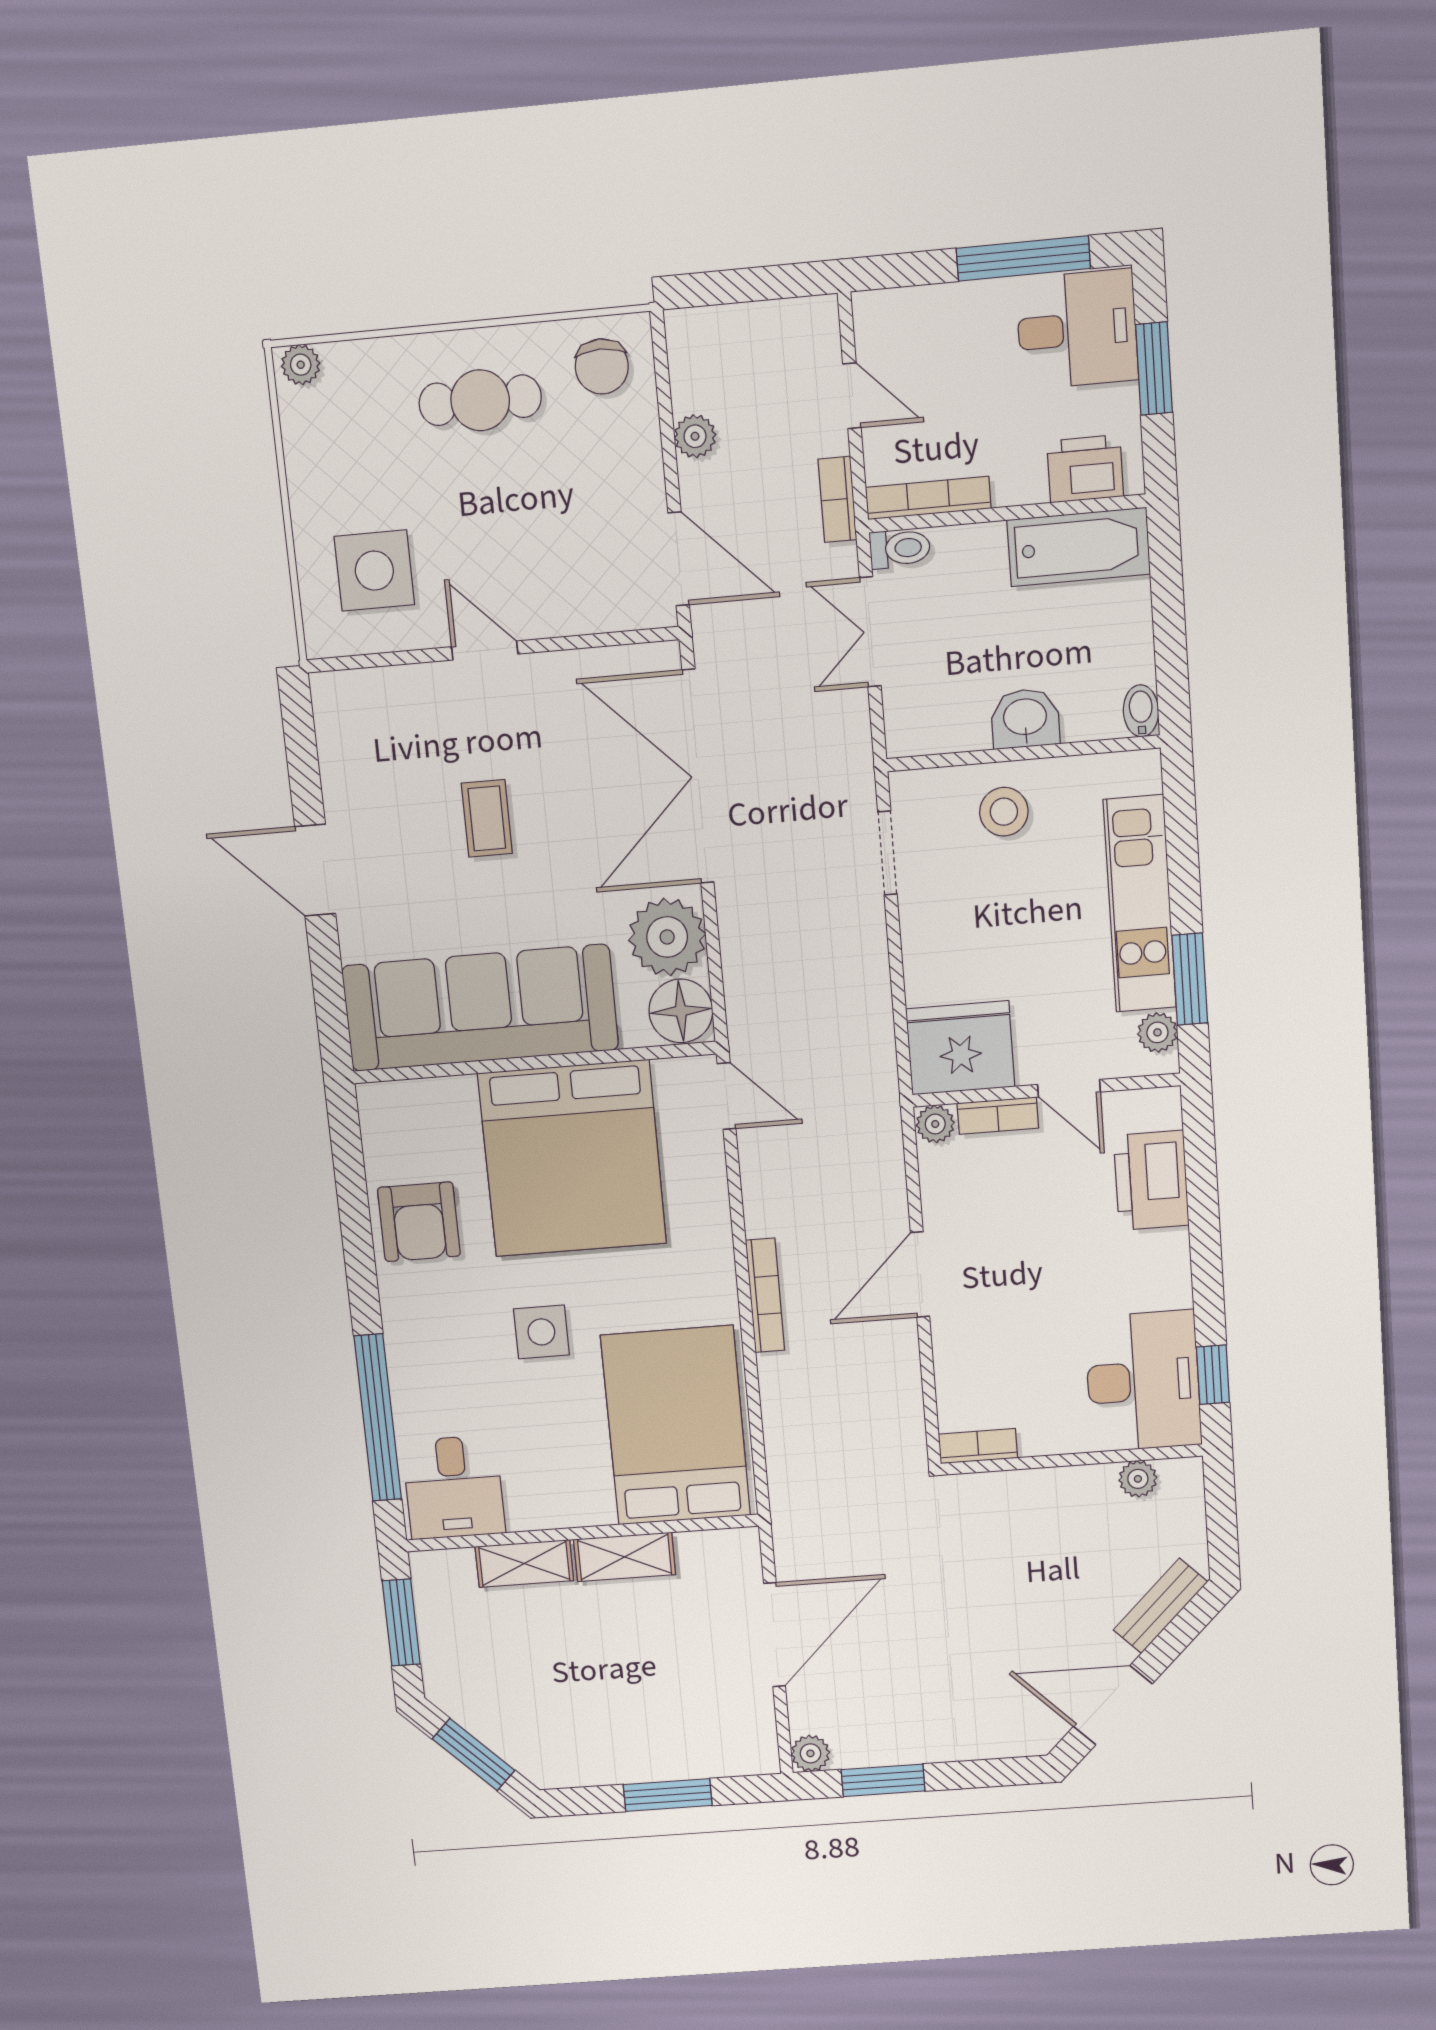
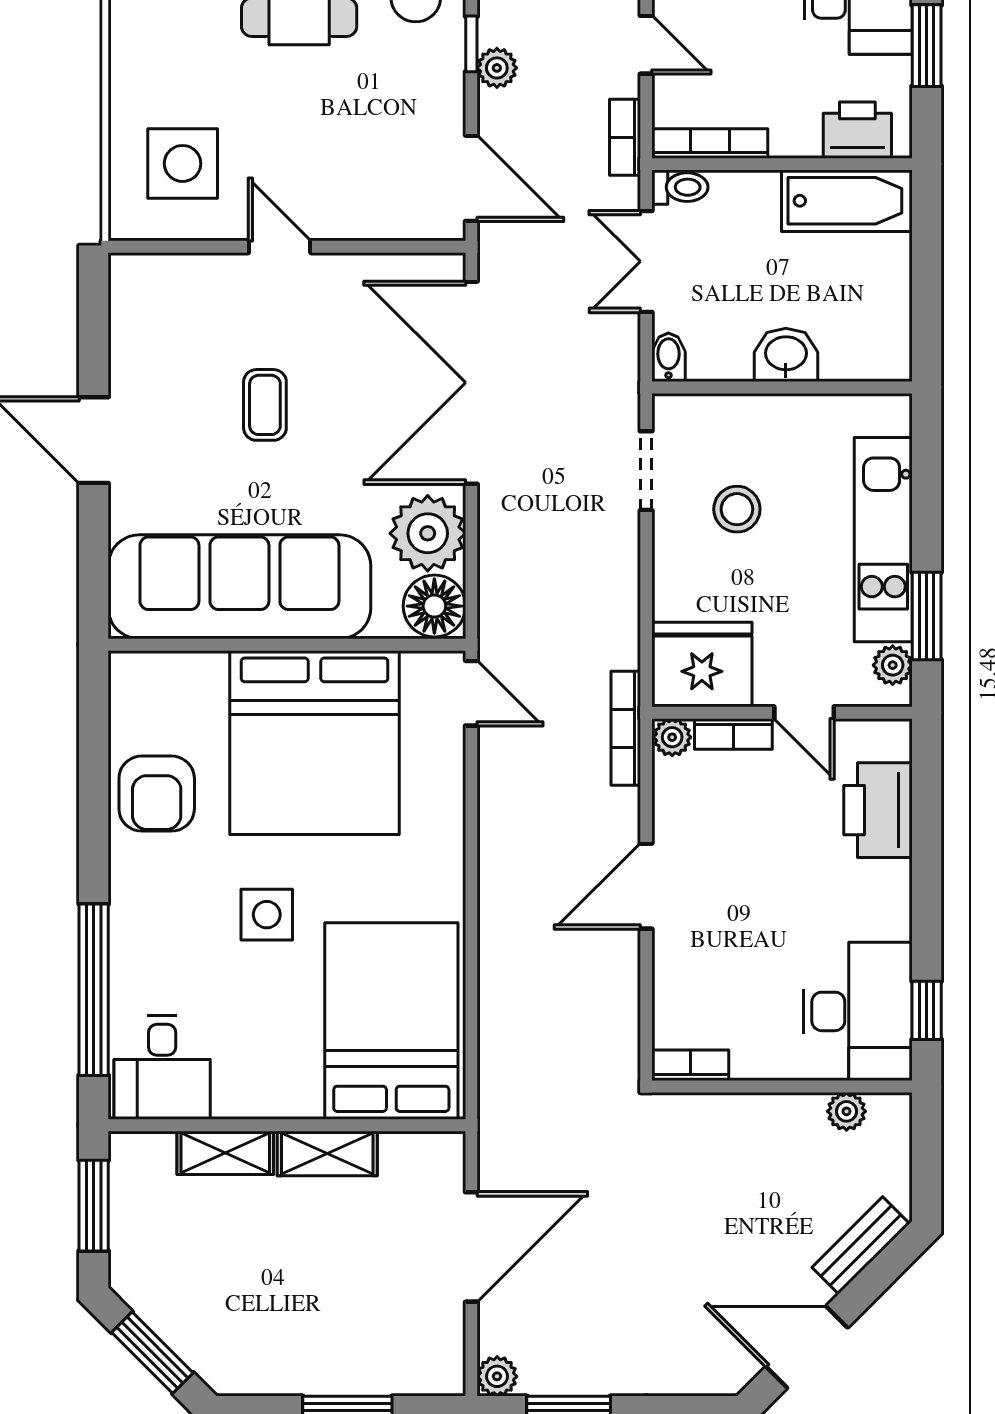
window: (666, 412) -> (471, 44), added
bidet: (1141, 711) -> (668, 357), moved
stool: (1004, 812) -> (737, 509), moved
bookcase: (765, 1295) -> (626, 728), moved, turned 180

